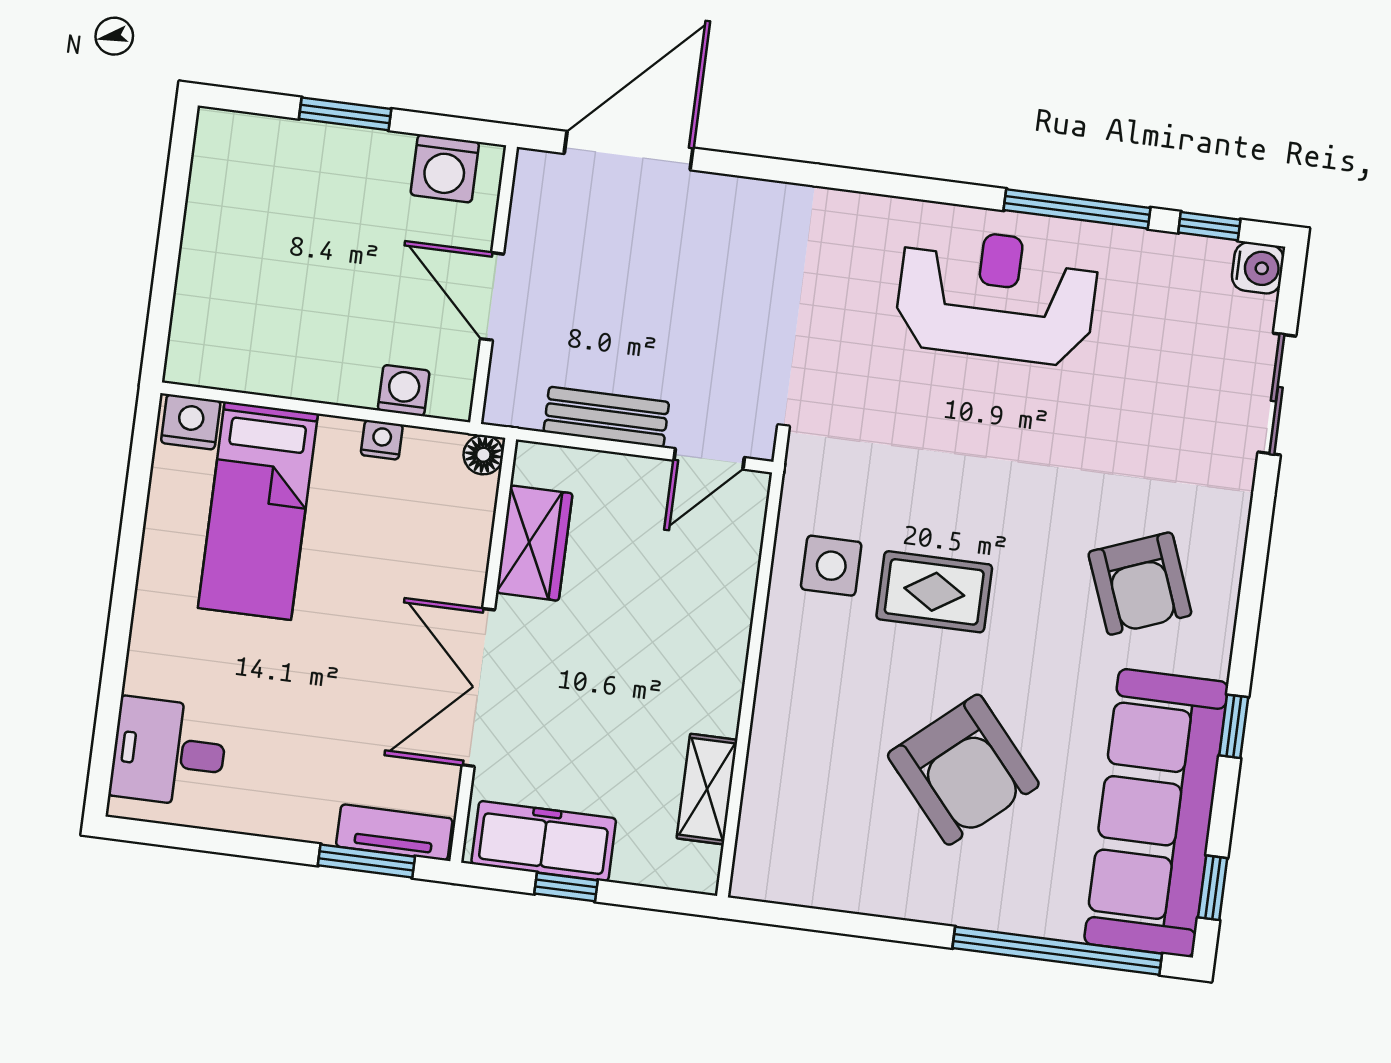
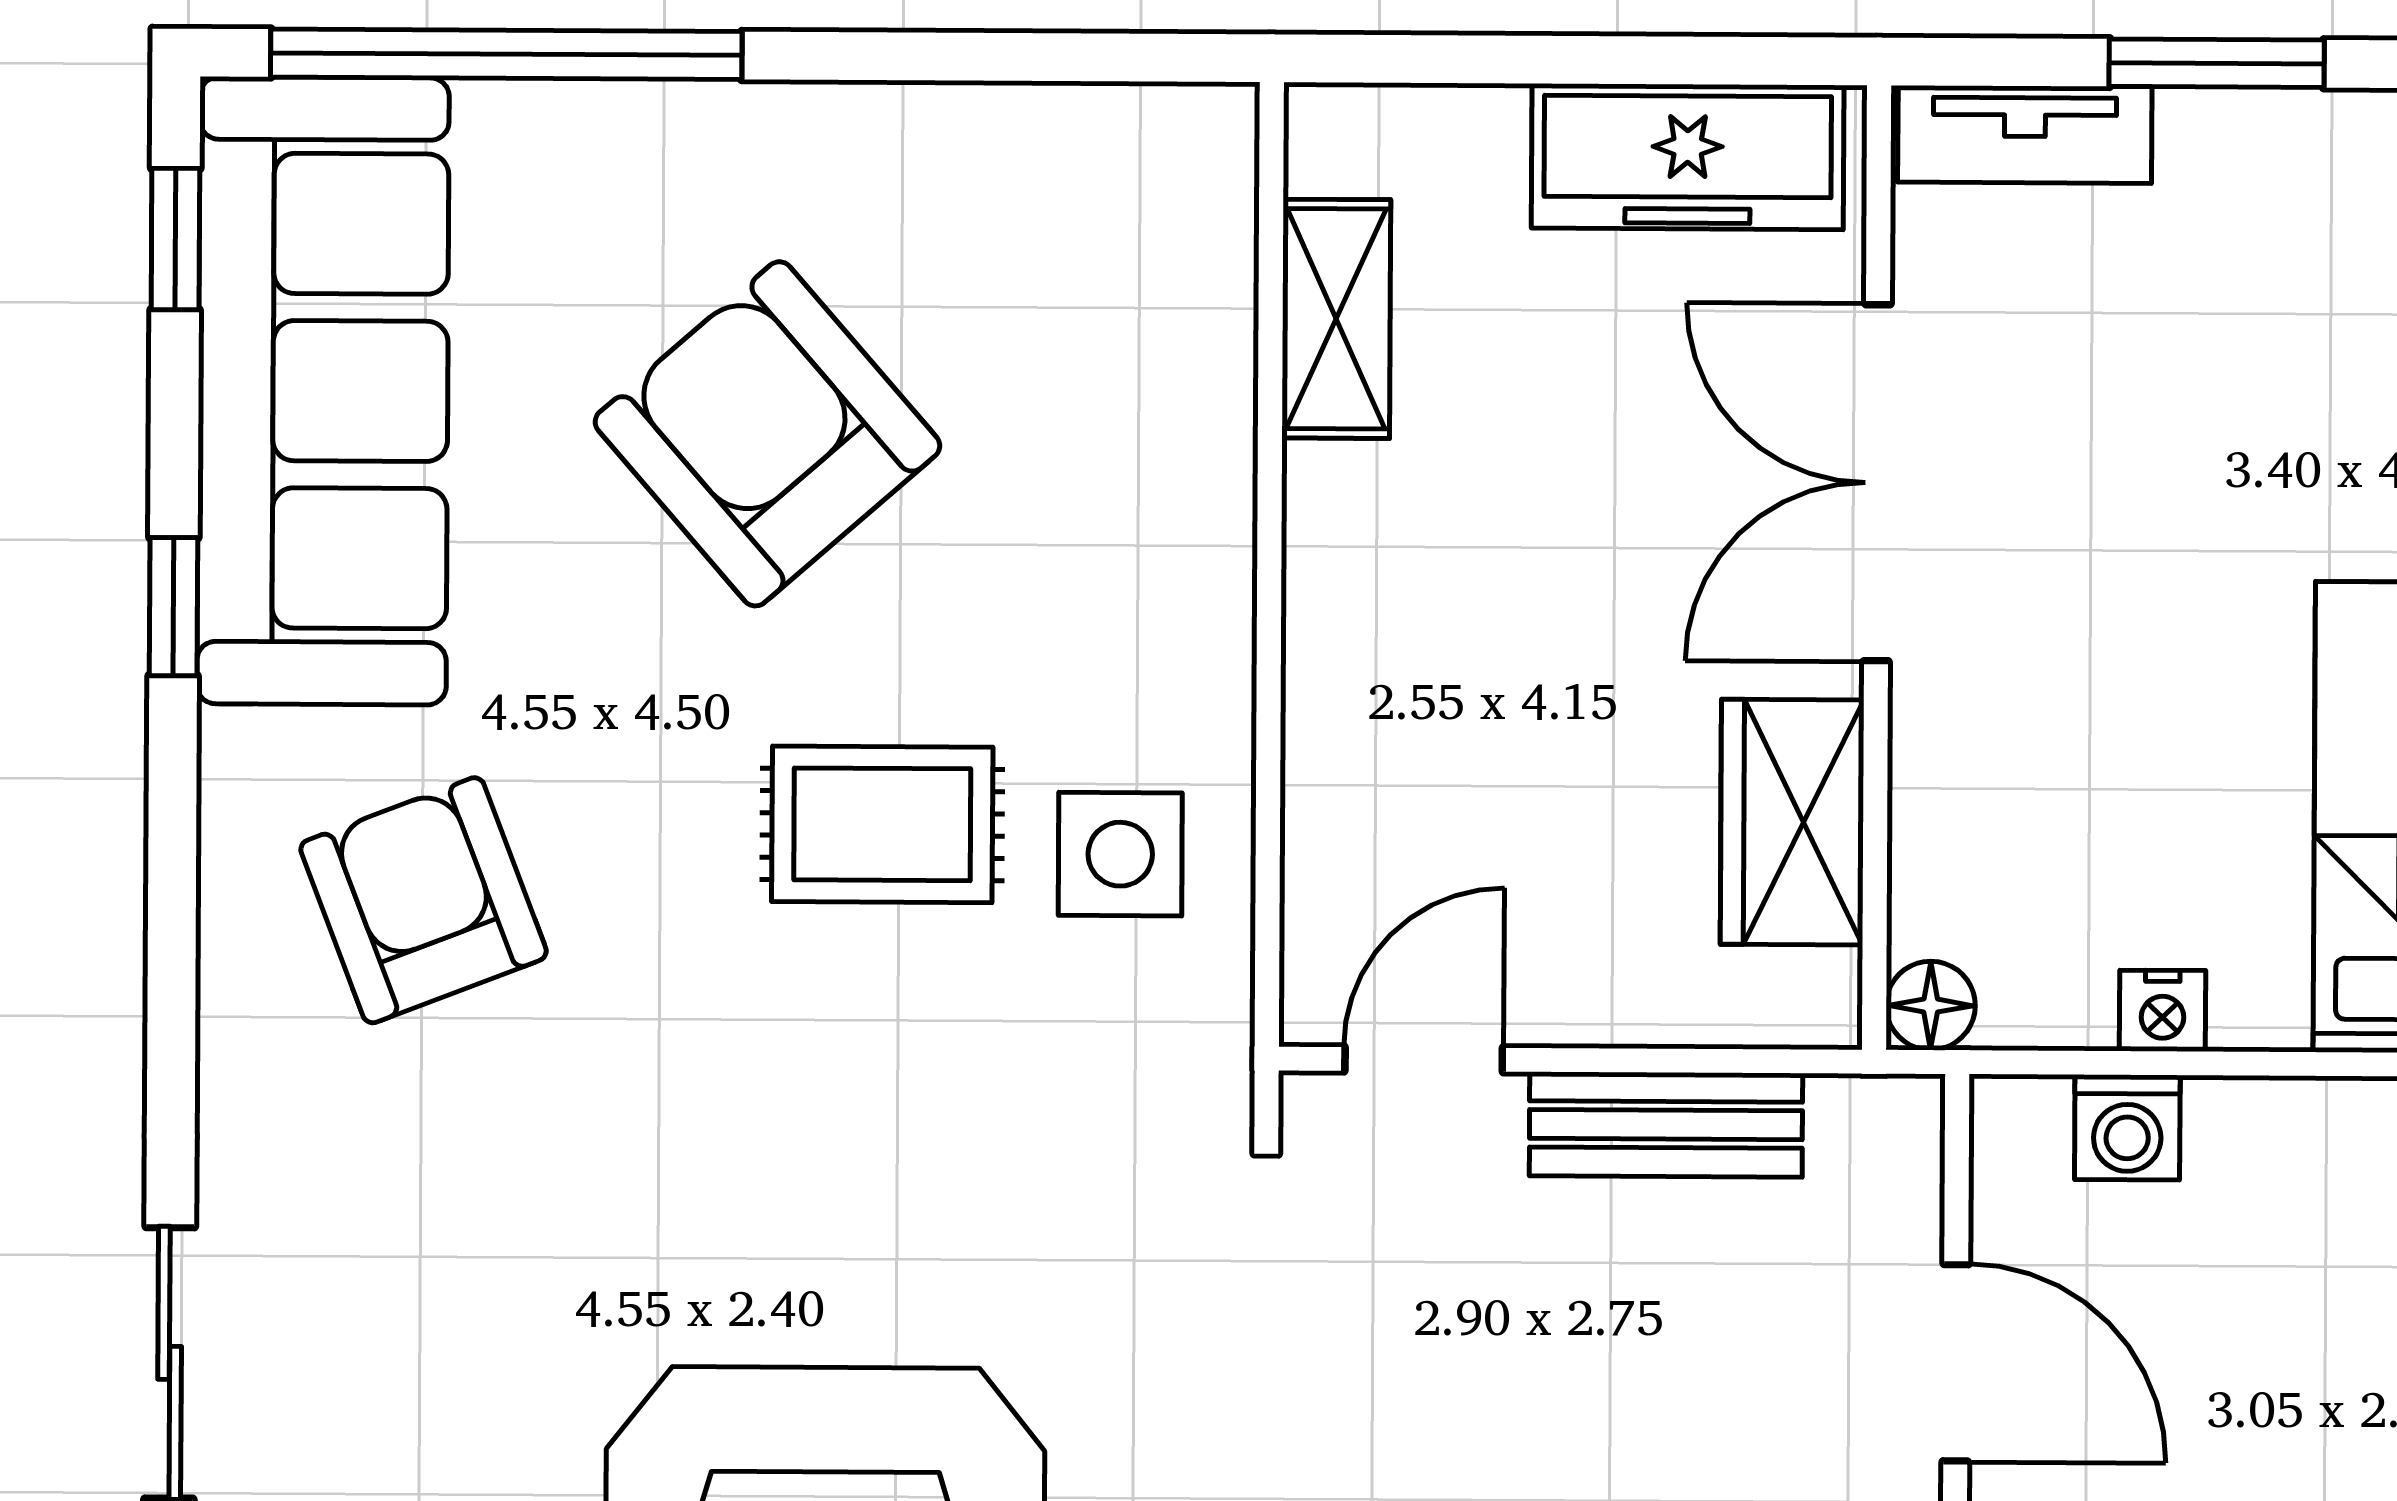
double door: (478, 687) -> (1877, 483), swing flipped
window: (366, 861) -> (2217, 63), moved
window: (566, 887) -> (1625, 60), removed

